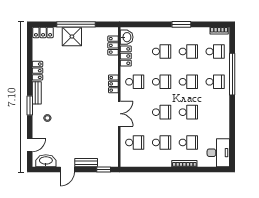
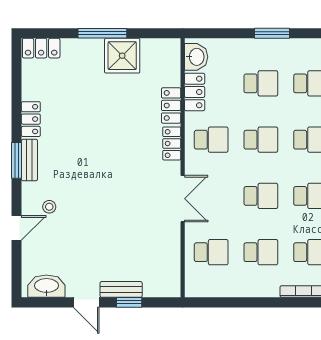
window: (76, 24) -> (102, 33), width x0.68
window: (181, 24) -> (272, 33), moved
shower: (72, 37) -> (122, 56), moved
locker: (113, 45) -> (171, 105), moved
window: (30, 106) -> (17, 160), moved
door: (30, 145) -> (17, 228), moved
door: (67, 170) -> (86, 302), hinge flipped
window: (104, 170) -> (129, 302), moved

